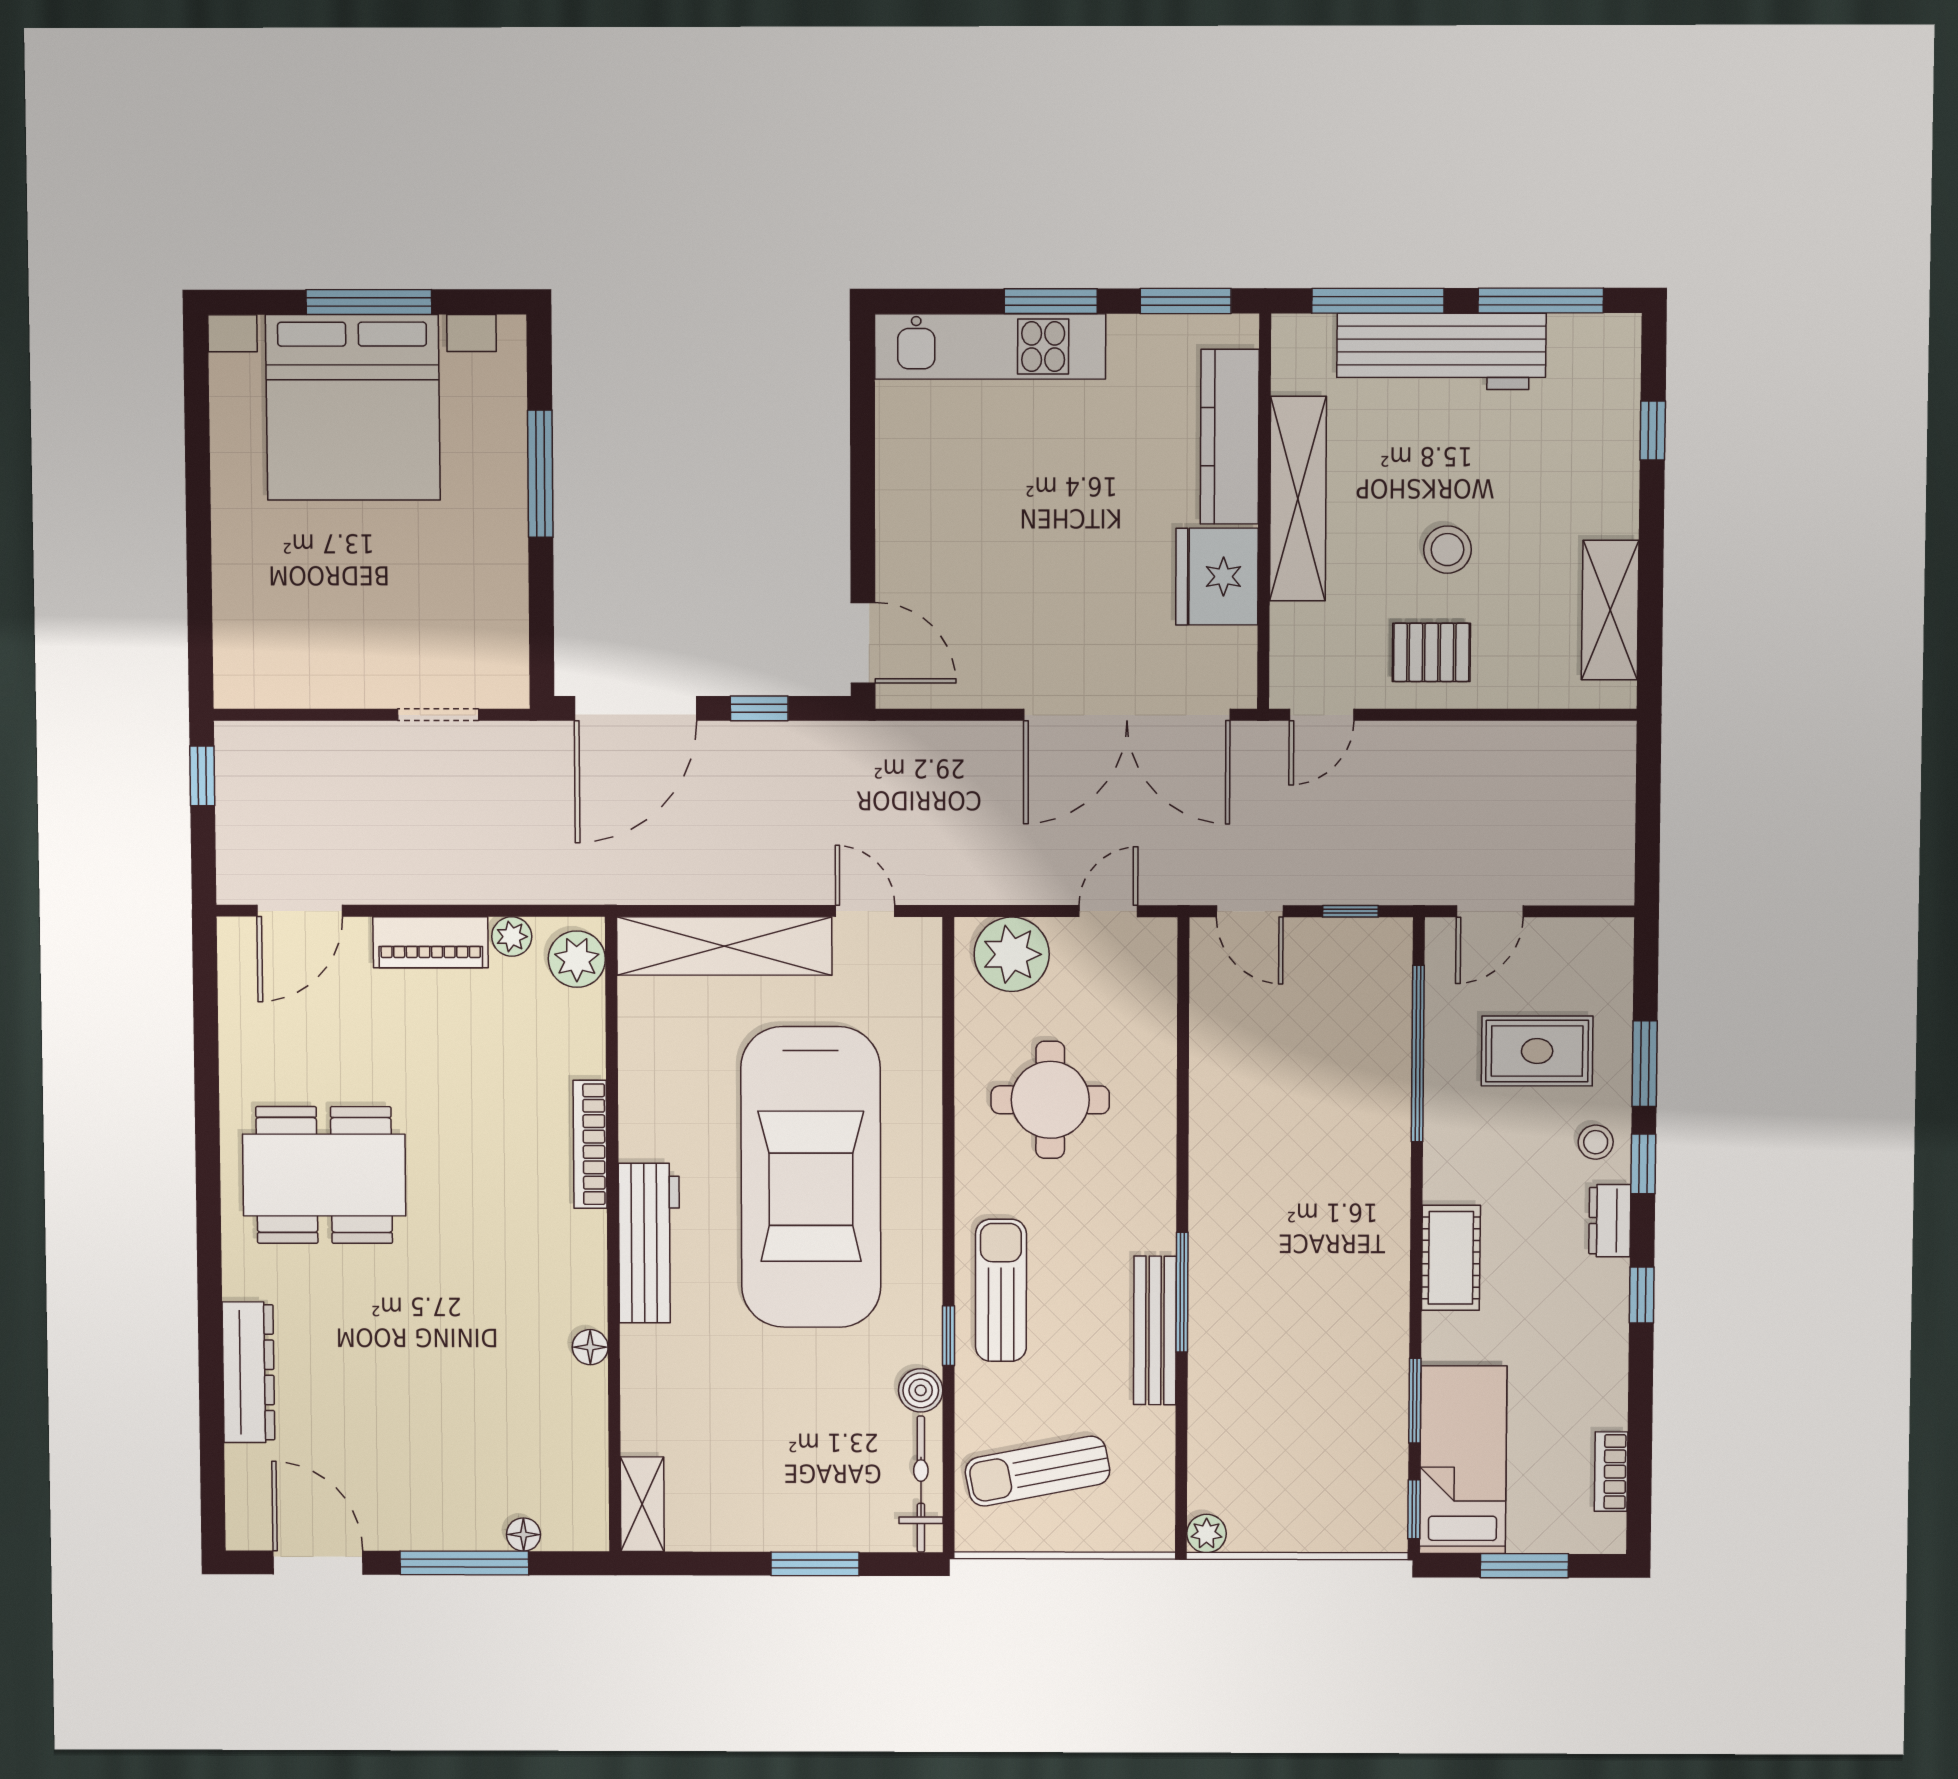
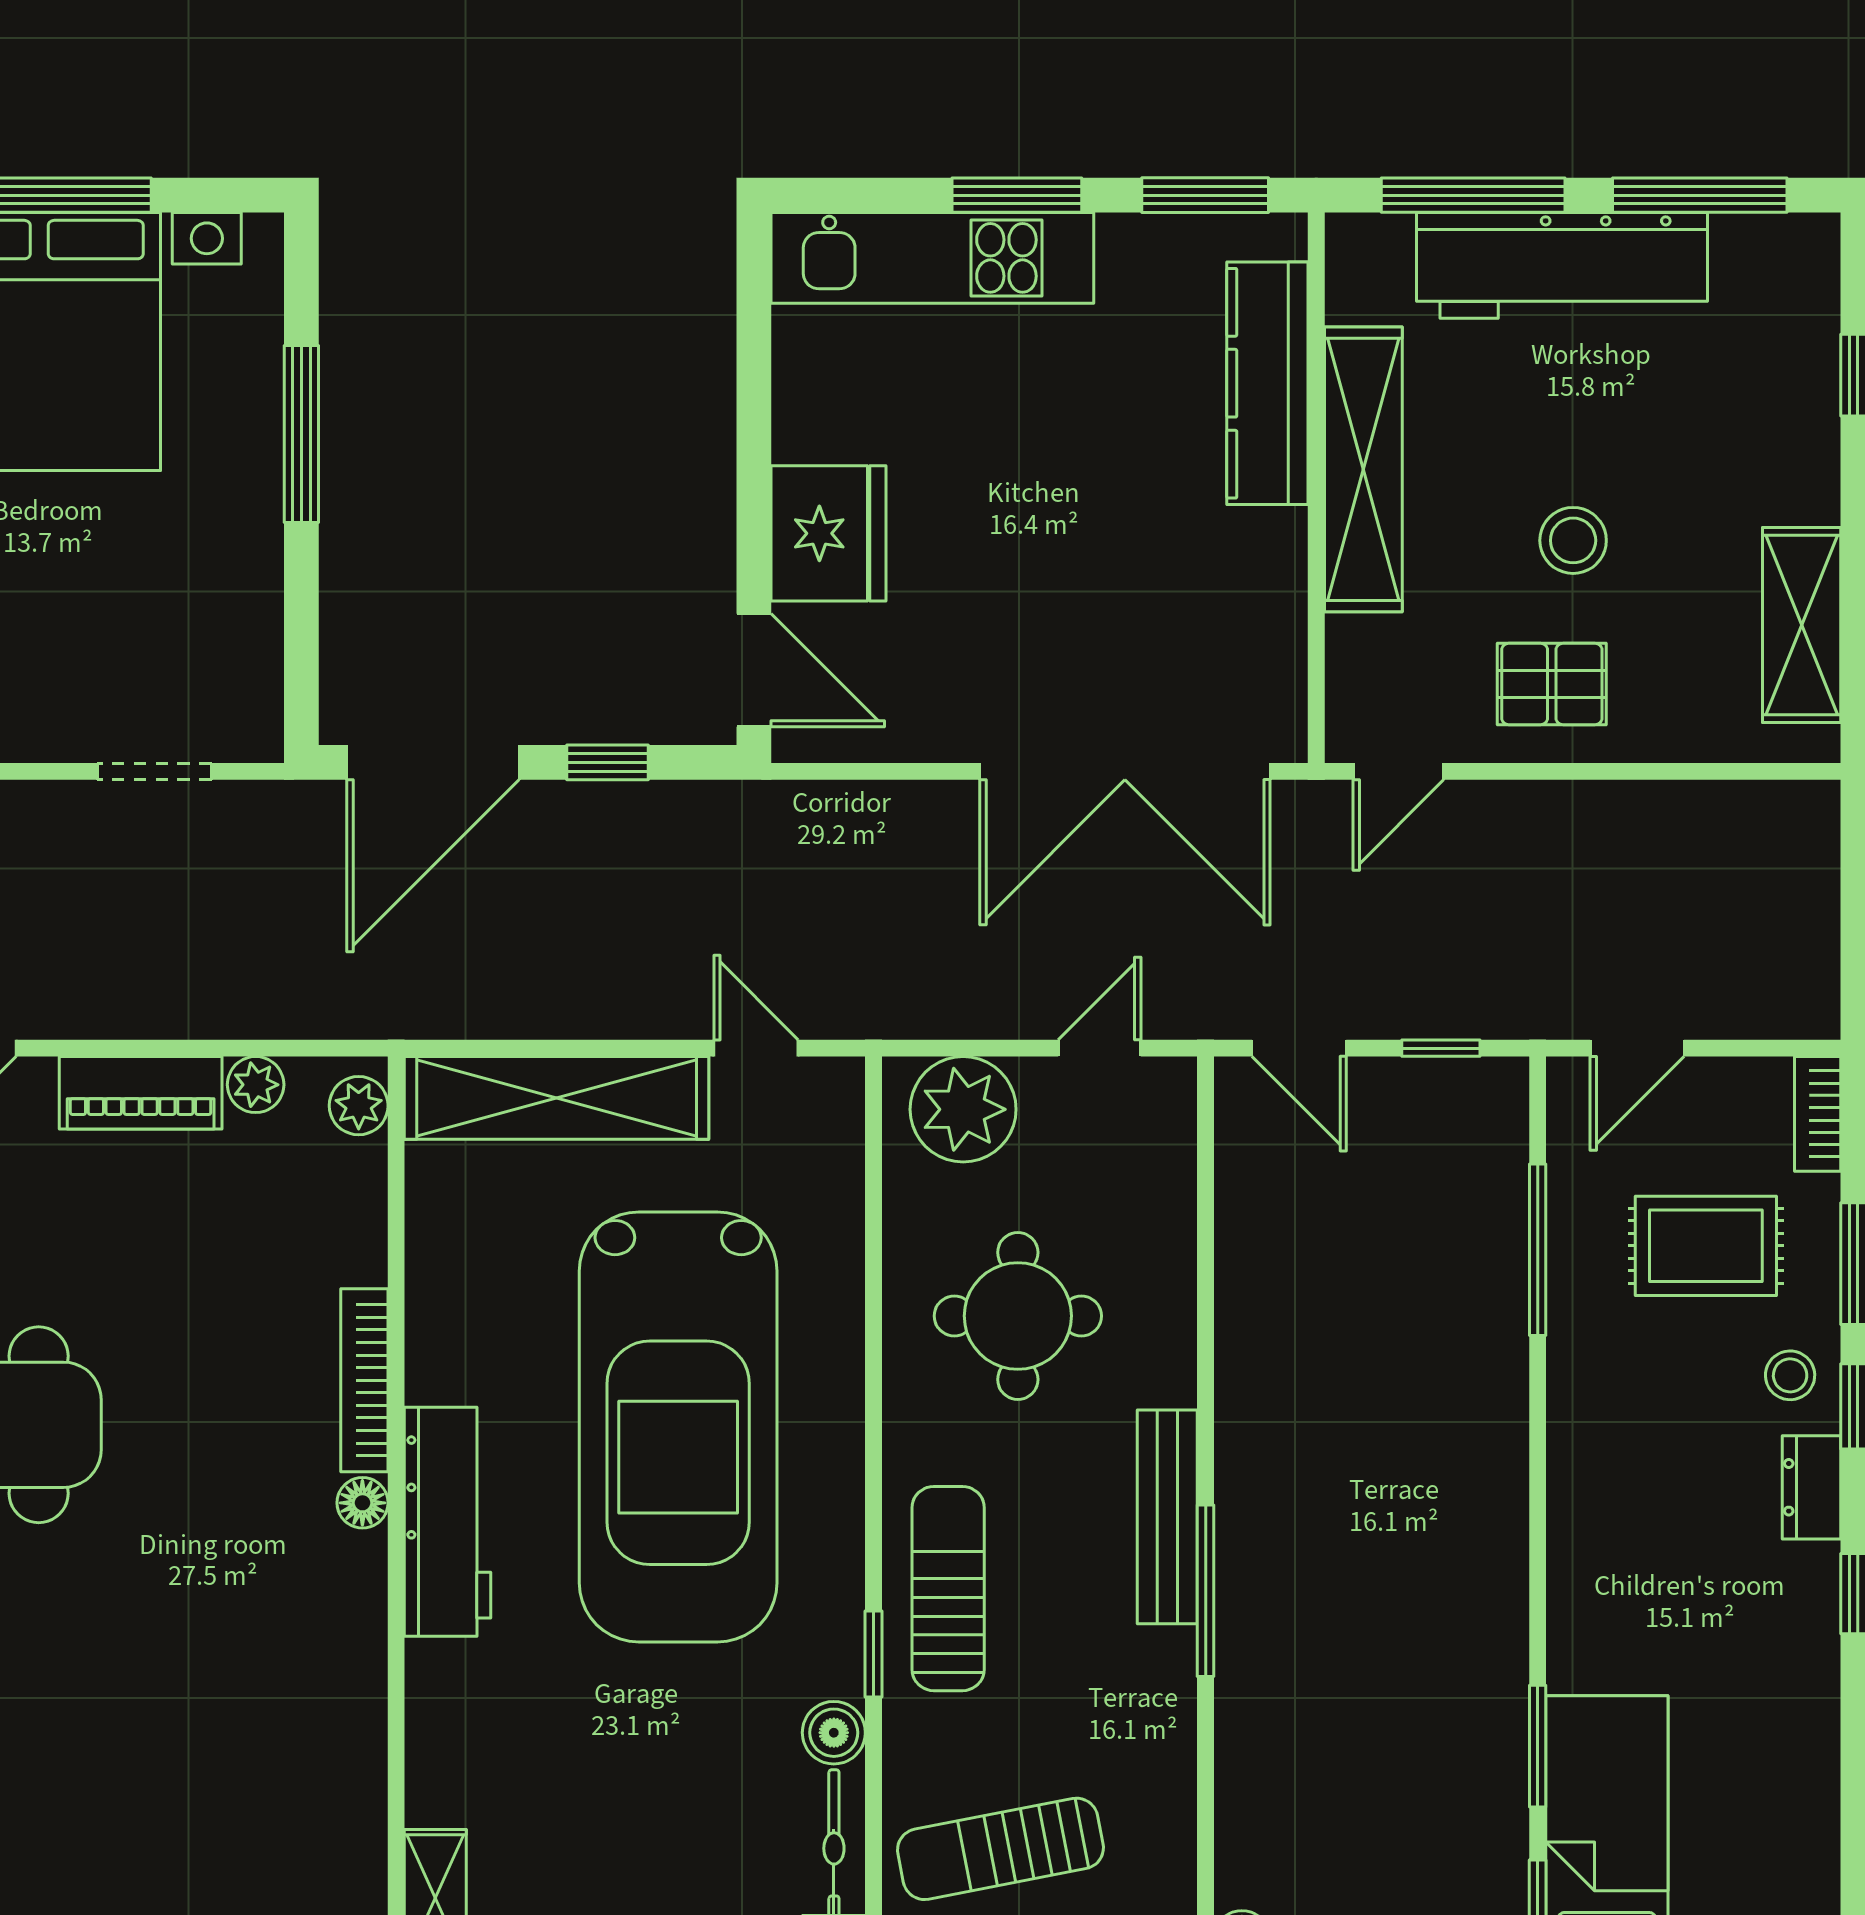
fridge: (1217, 577) -> (828, 533), moved, turned 180
plant: (577, 959) -> (359, 1106), width x0.73, depth x0.73
window: (1418, 1054) -> (1538, 1250), width x0.68
cot: (1451, 1258) -> (1587, 1541), removed
bench: (1155, 1330) -> (1167, 1517), moved
floor lamp: (590, 1347) -> (362, 1503), moved
bookcase: (1611, 1472) -> (1818, 1114), moved

